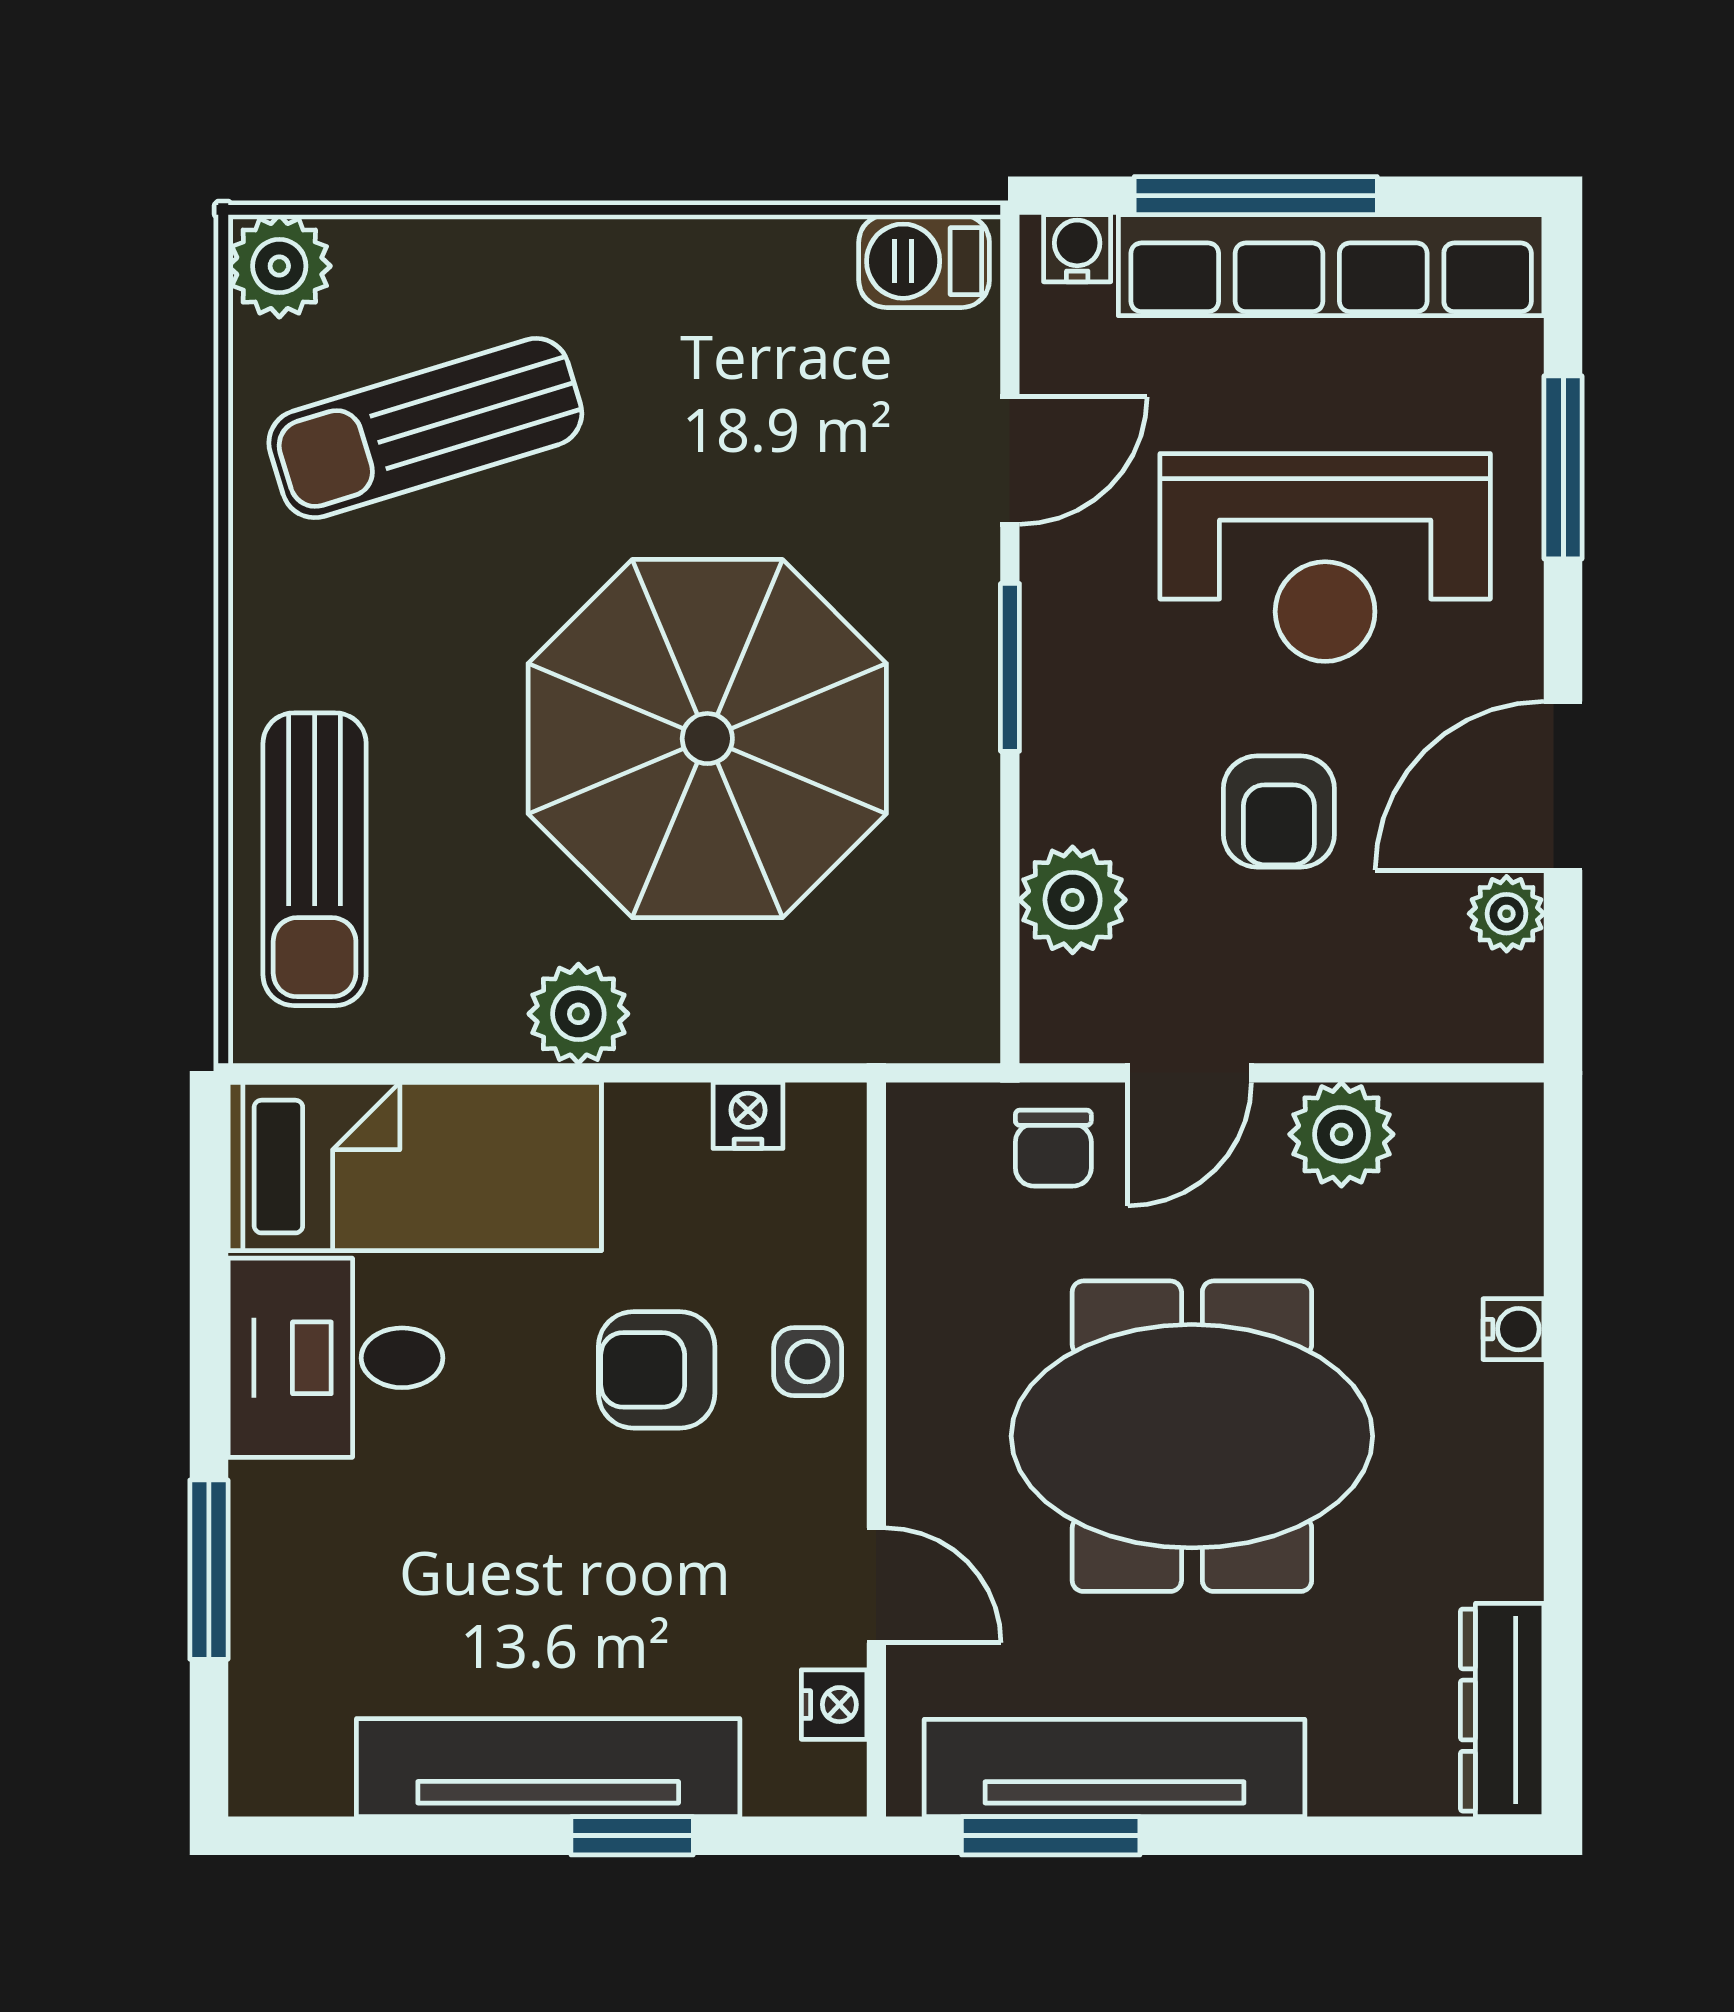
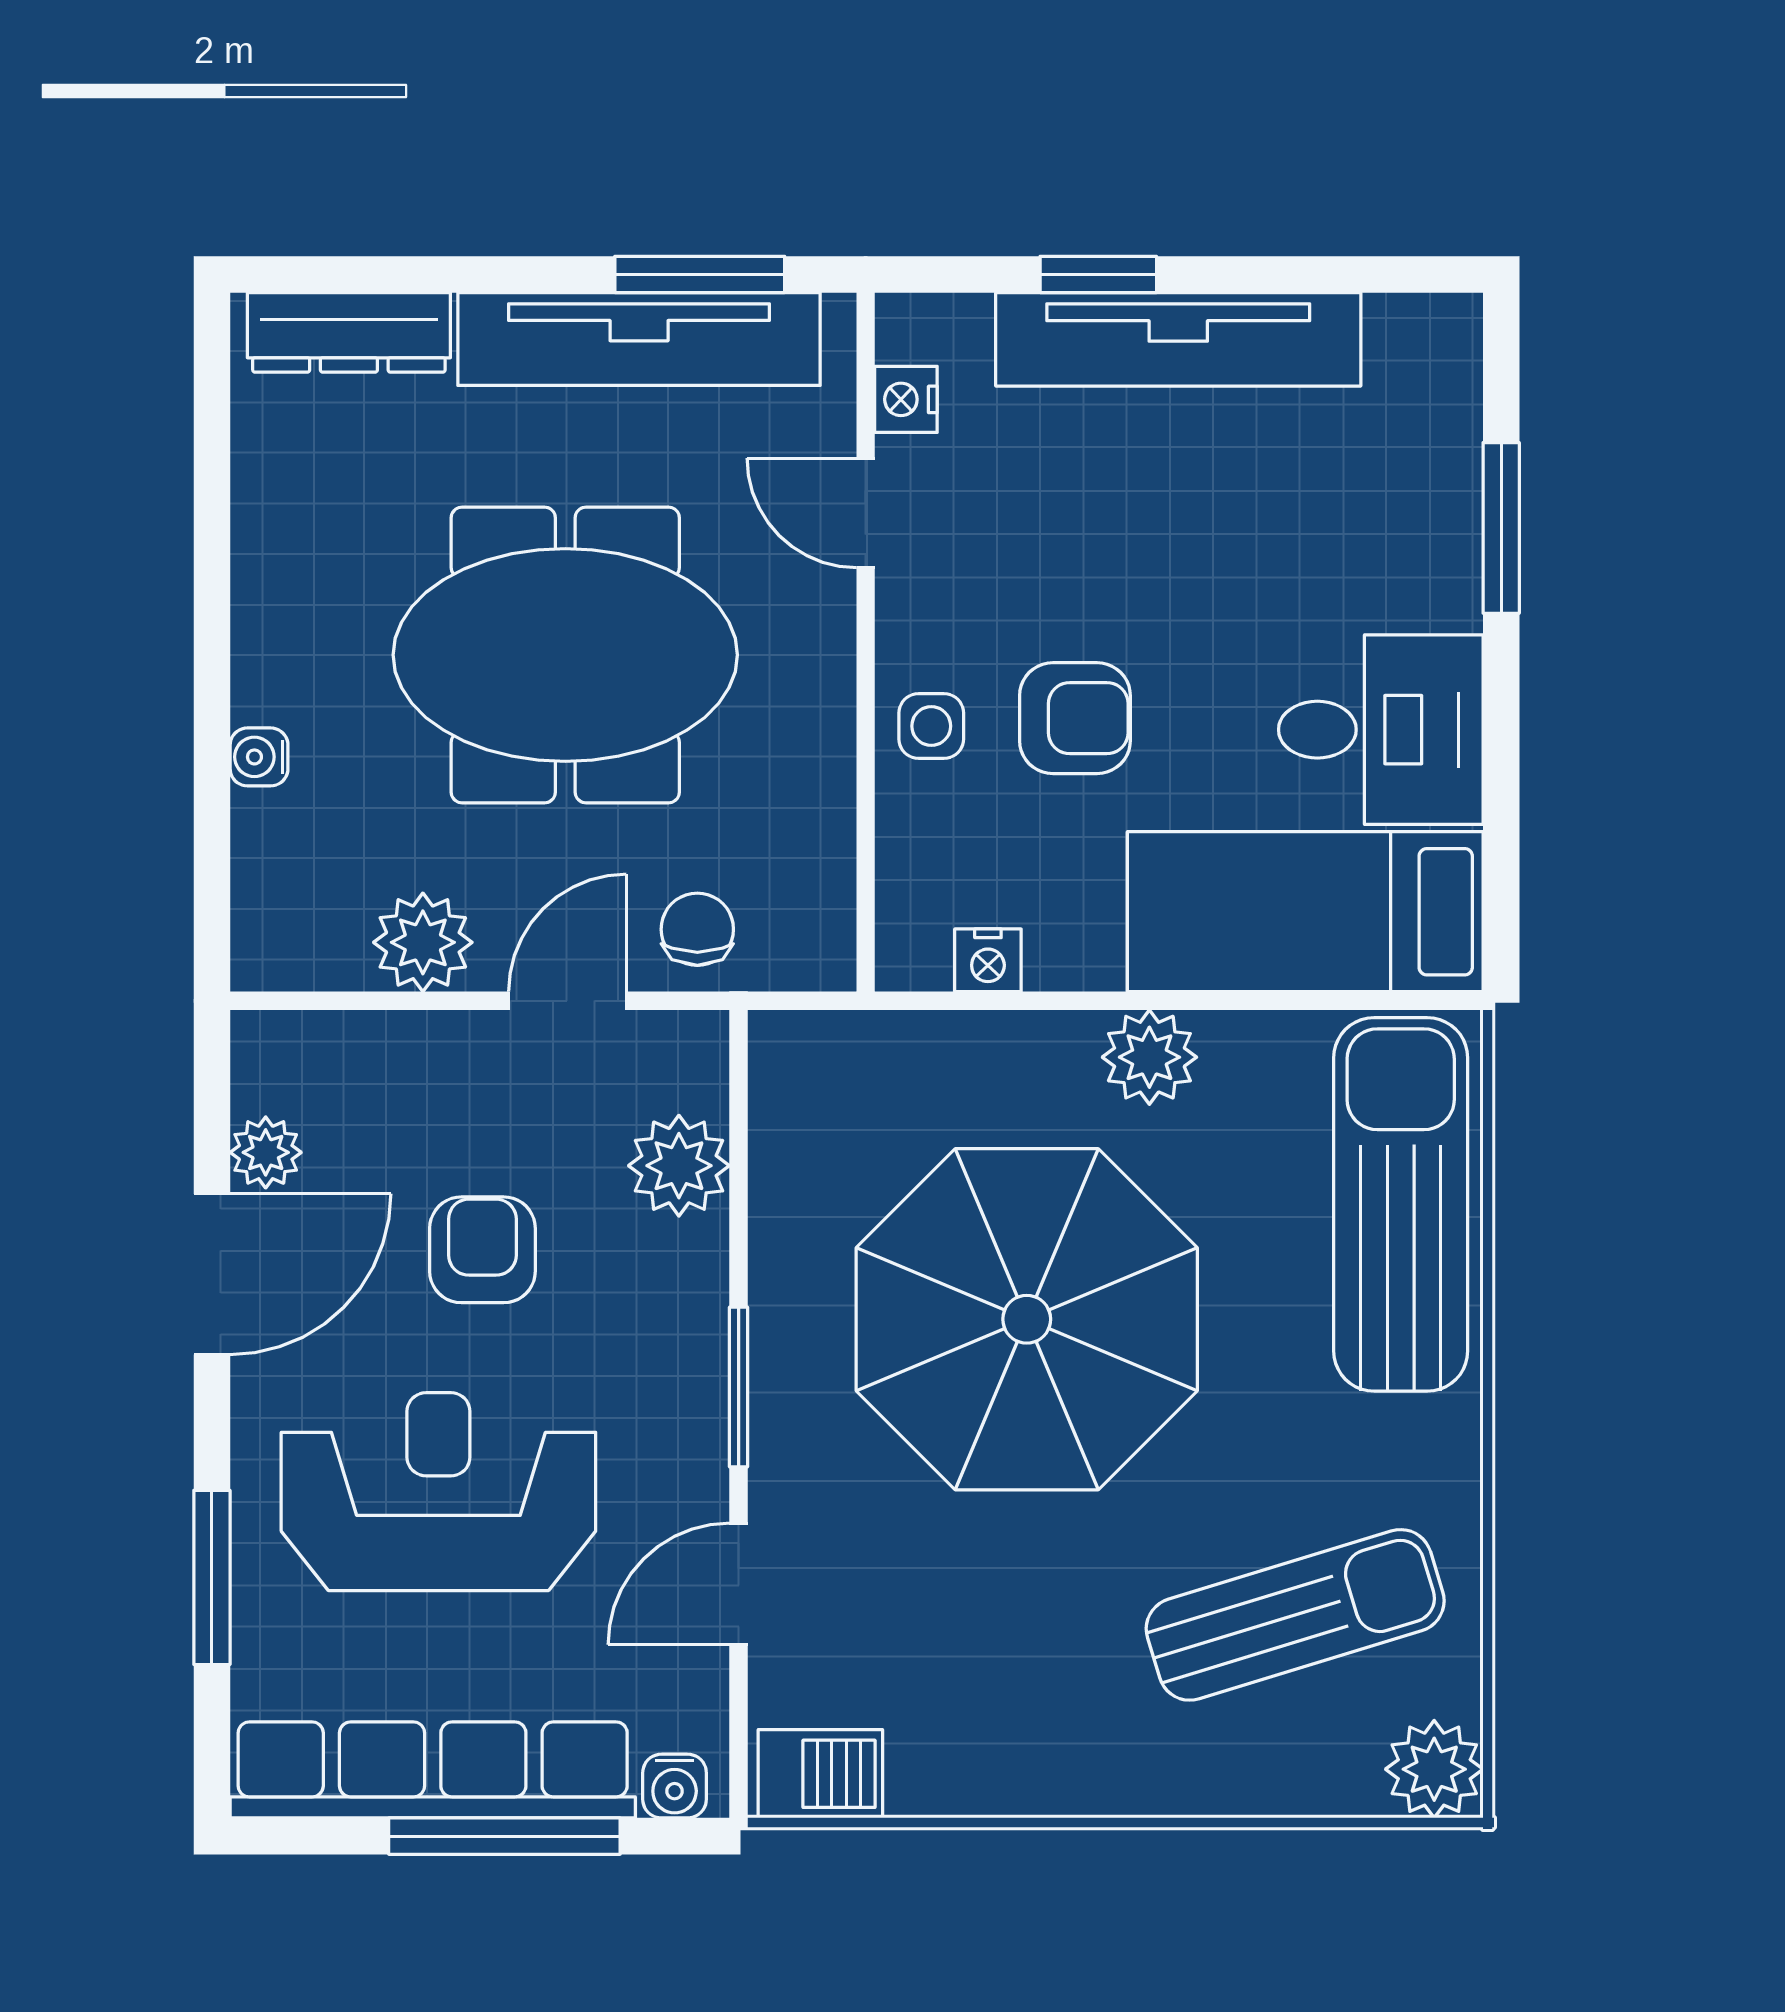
sun lounger: (315, 859) -> (1401, 1204), width x1.36, depth x1.34
dresser: (1502, 1710) -> (349, 332), moved, turned 90

